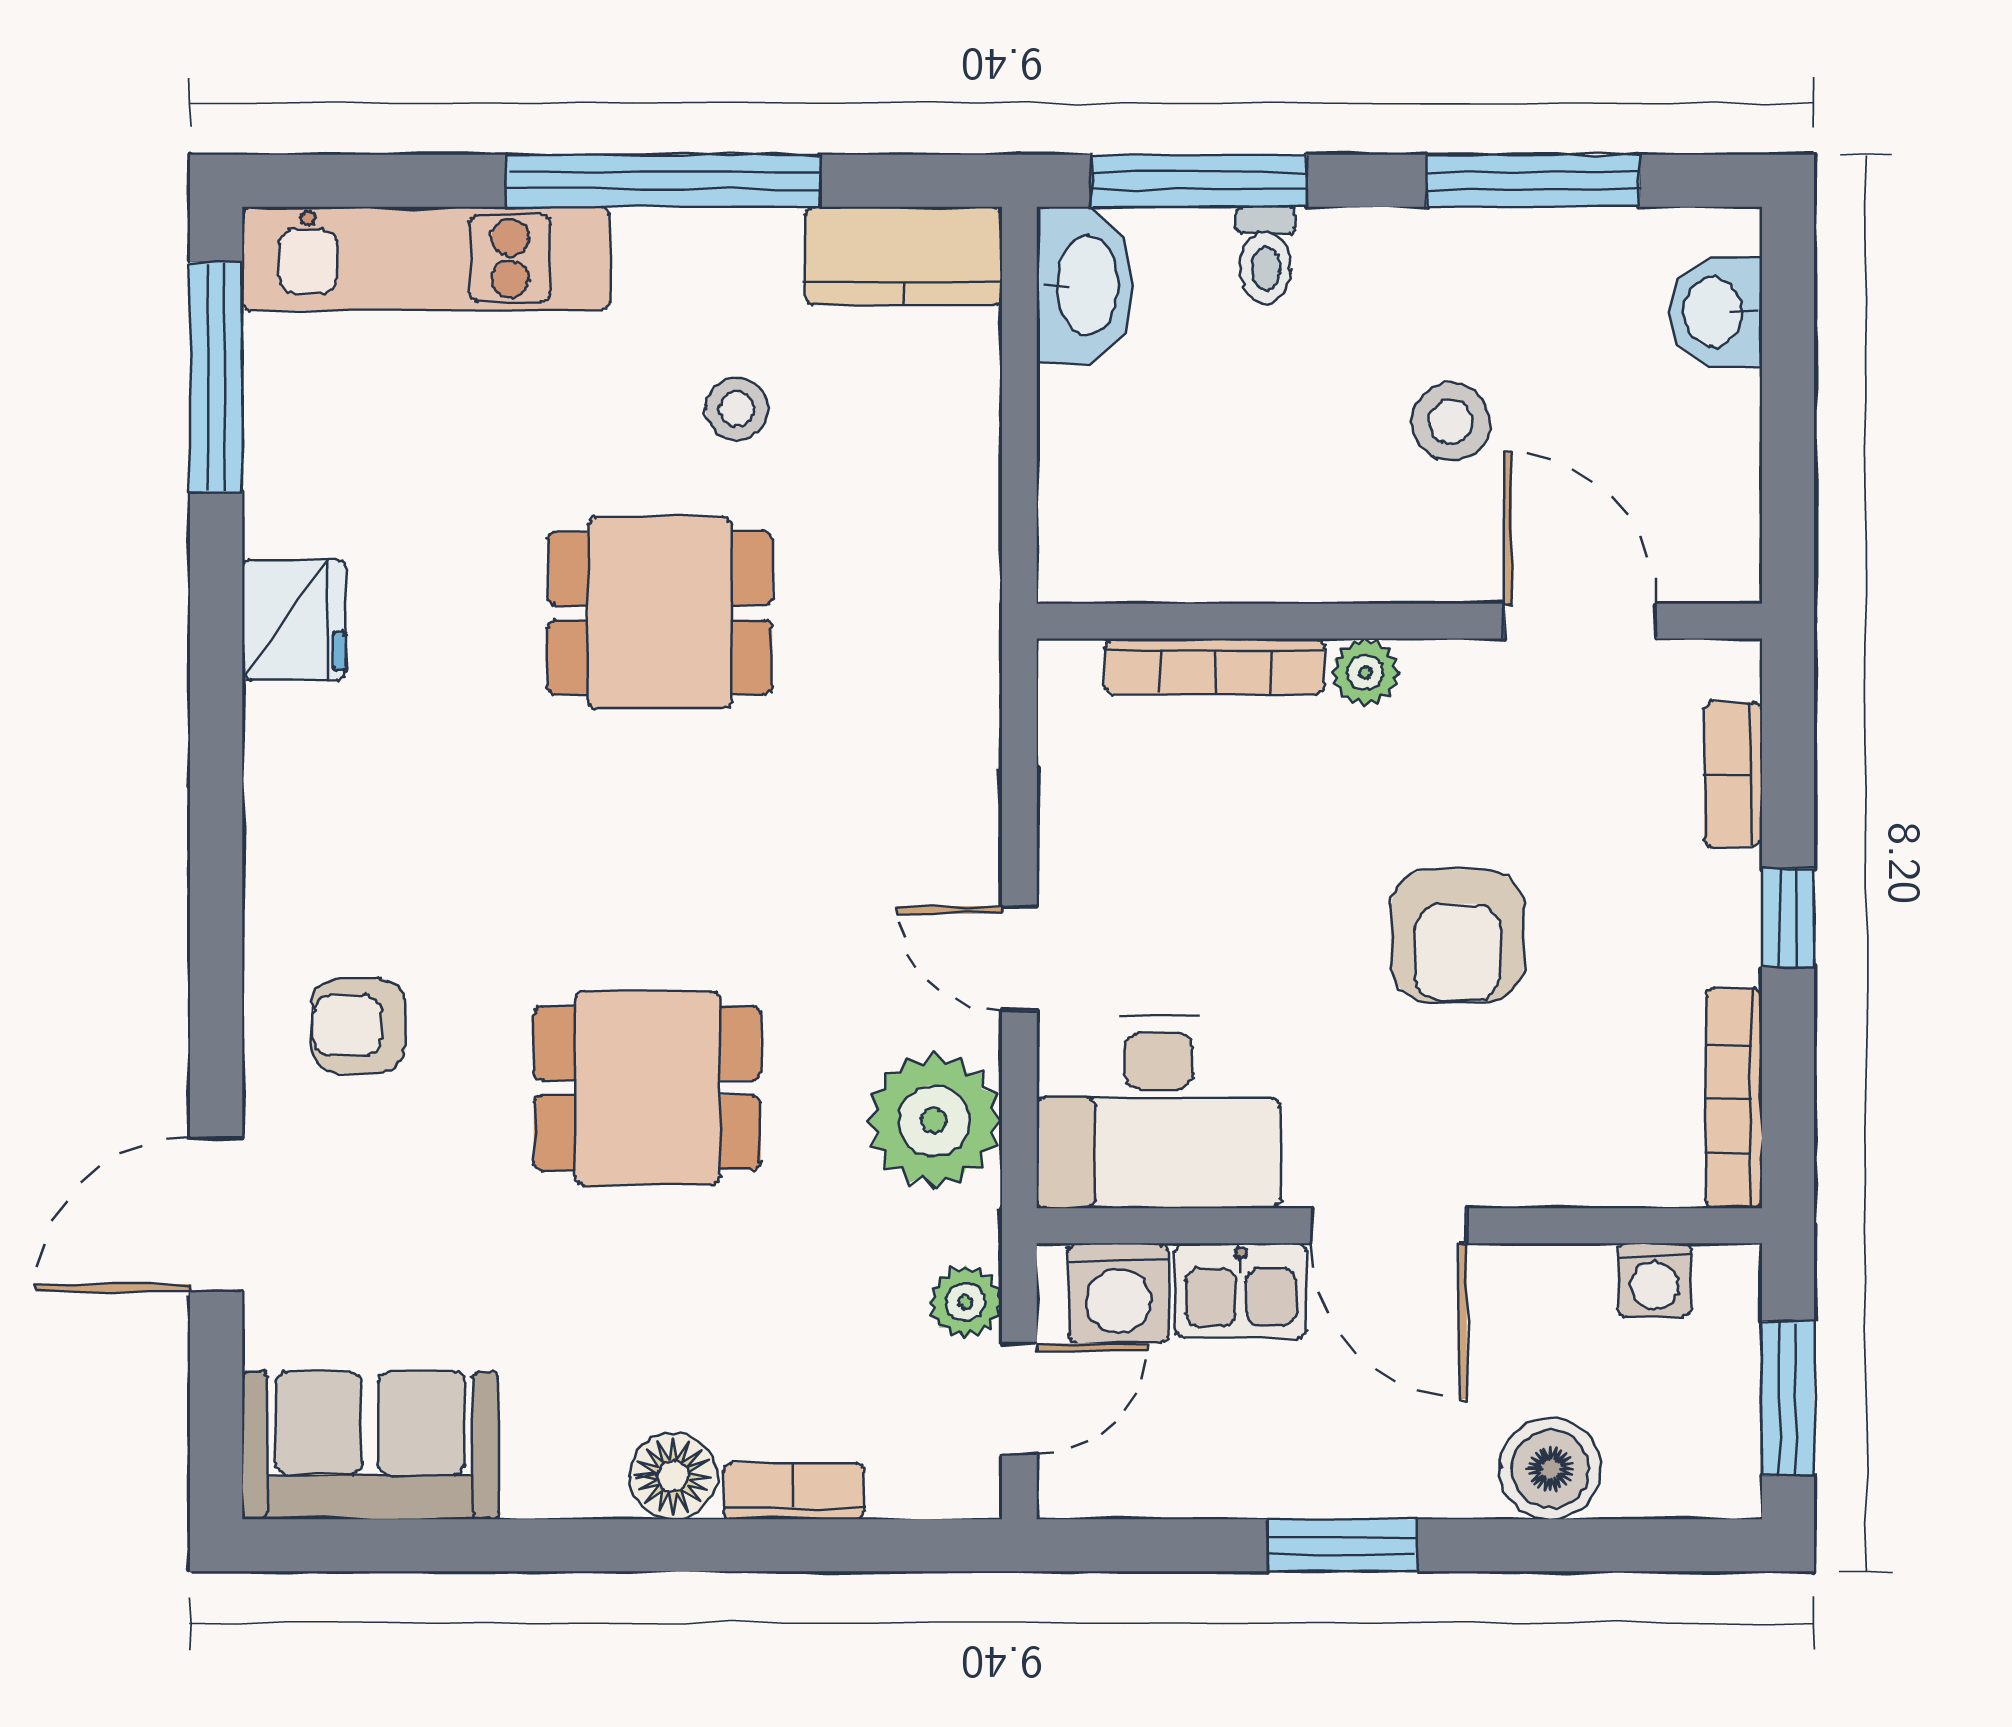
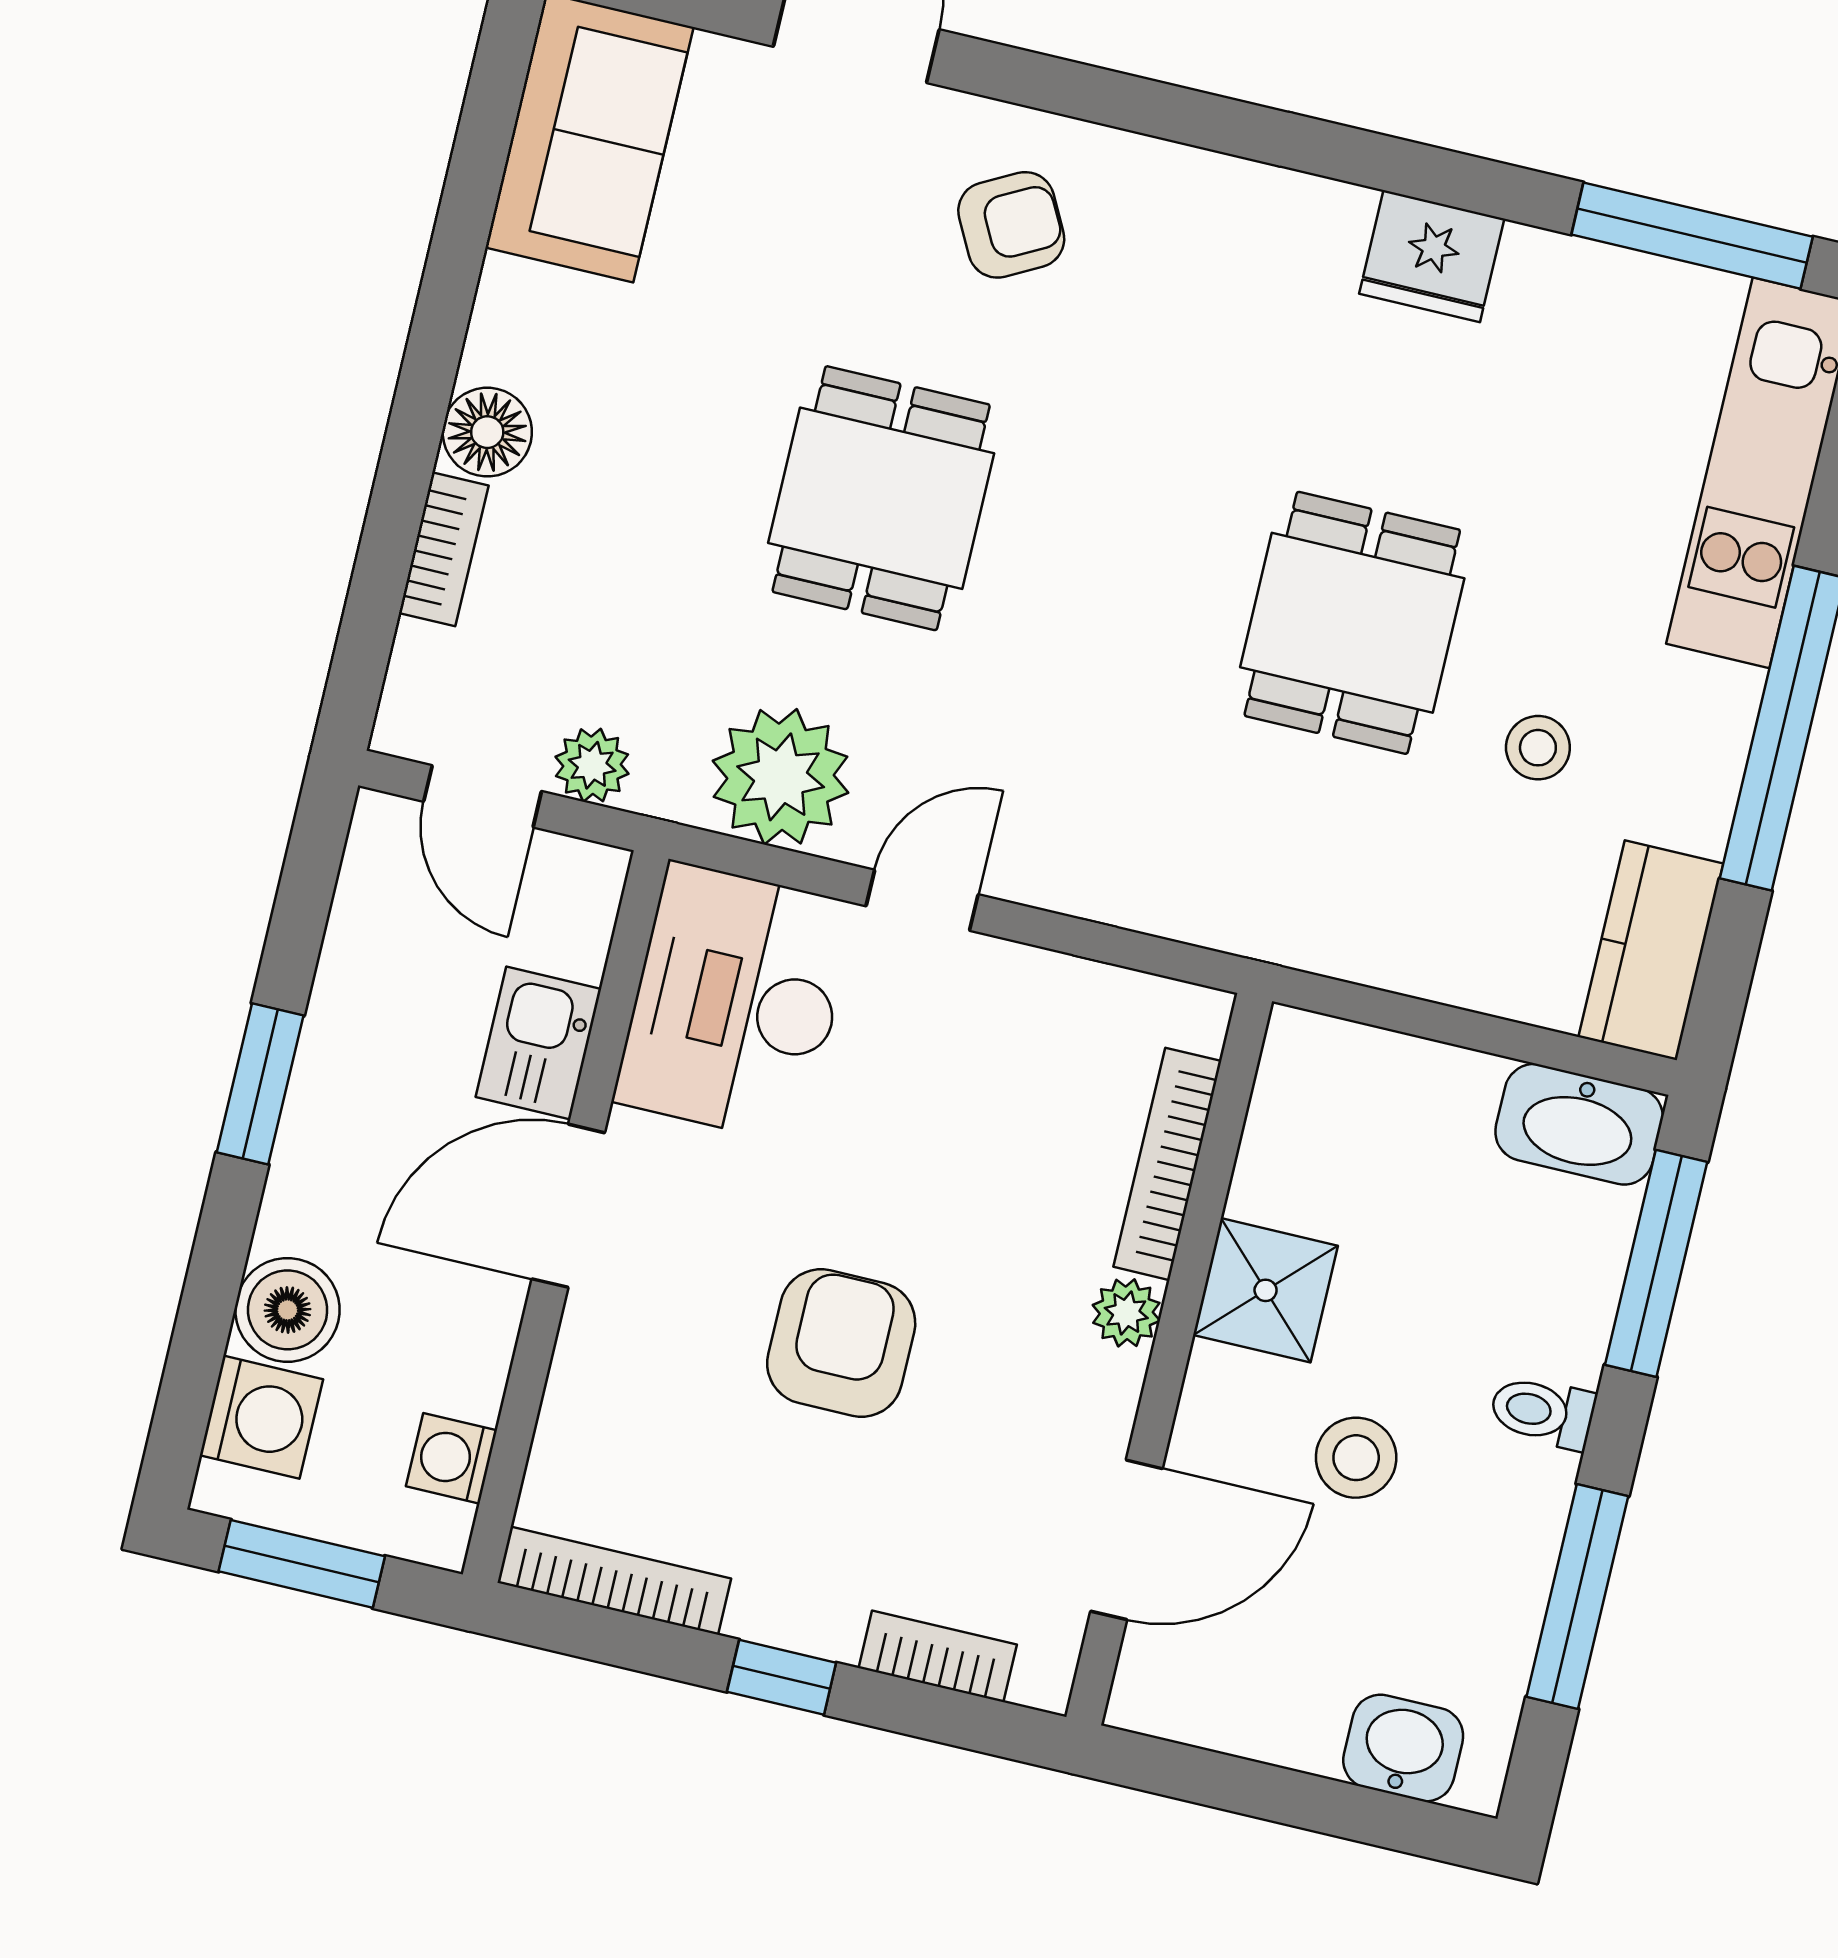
toilet: (1265, 255) -> (1542, 1412), moved
shower: (1312, 545) -> (1266, 1290), added
armchair: (1458, 936) -> (841, 1343), turned 90
armchair: (359, 1025) -> (1011, 225), turned 62
washing machine: (1118, 1293) -> (261, 1417), moved, turned 180

